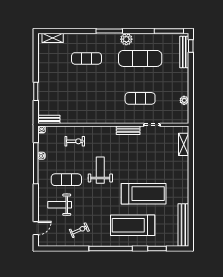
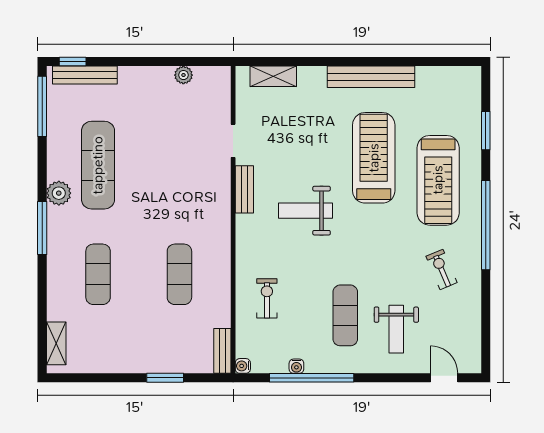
exercise mat: (140, 98) -> (179, 274), moved
weight bench: (100, 170) -> (305, 211), moved
bench: (183, 225) -> (371, 77), moved
exercise bike: (79, 230) -> (441, 269), moved

